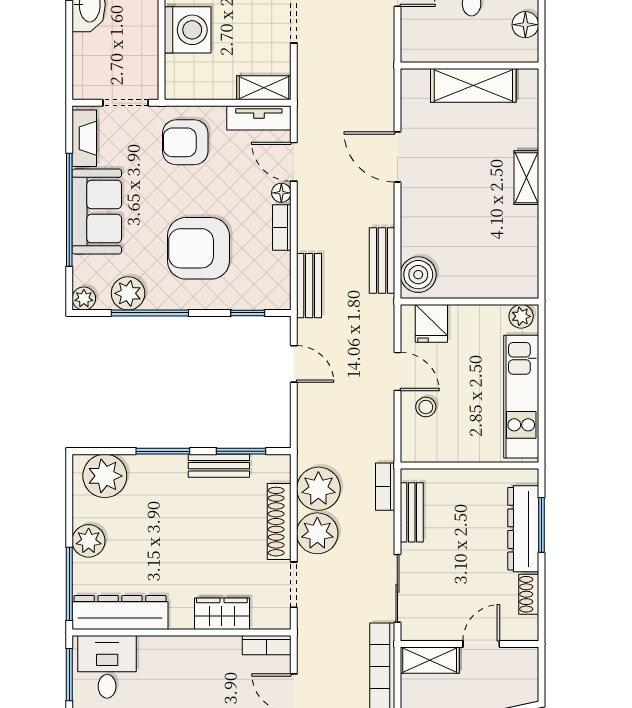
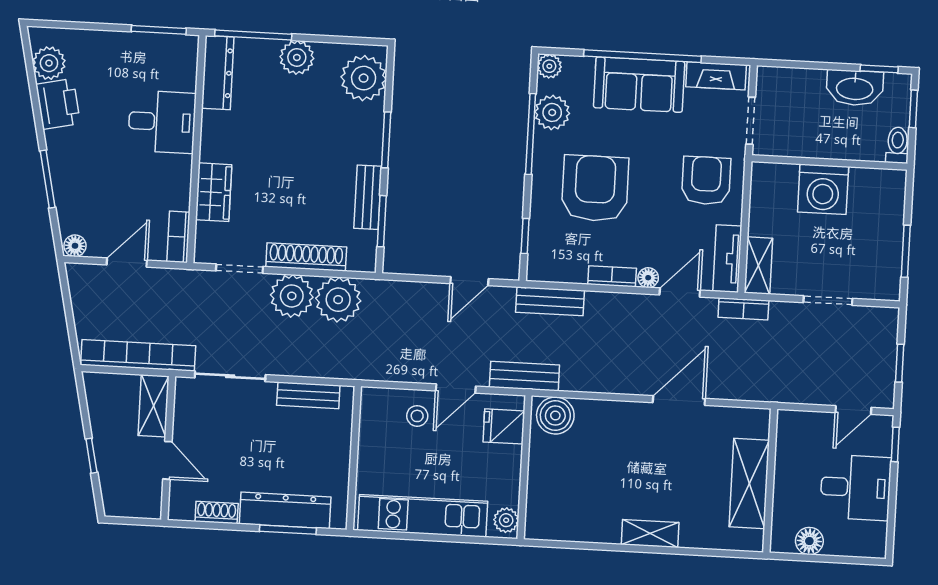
bench: (382, 261) -> (524, 376), moved
bookcase: (385, 487) -> (743, 309), moved, turned 180
dresser: (120, 613) -> (218, 73), width x0.73, depth x0.80
desk: (107, 667) -> (162, 122), moved

